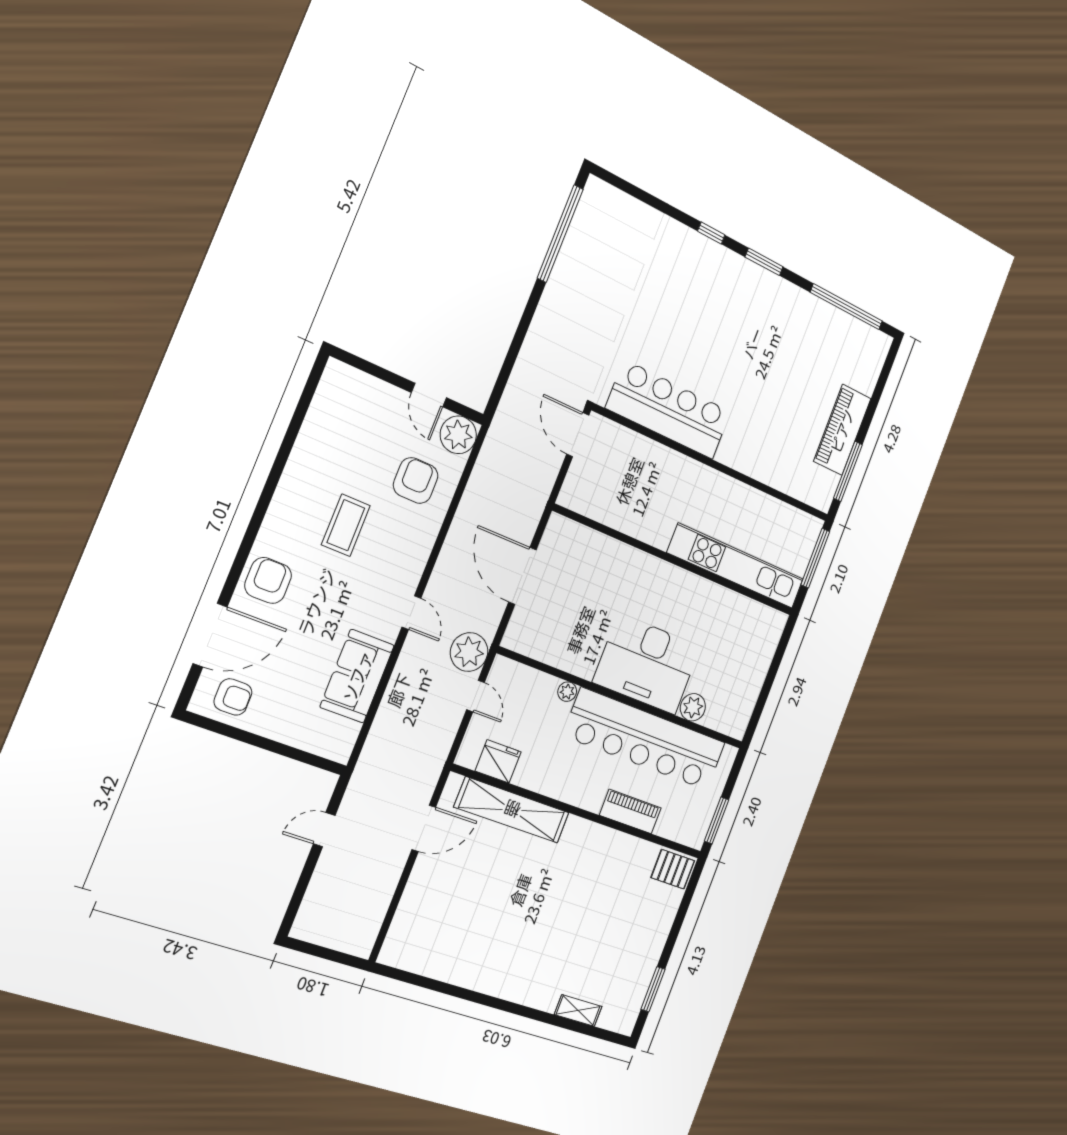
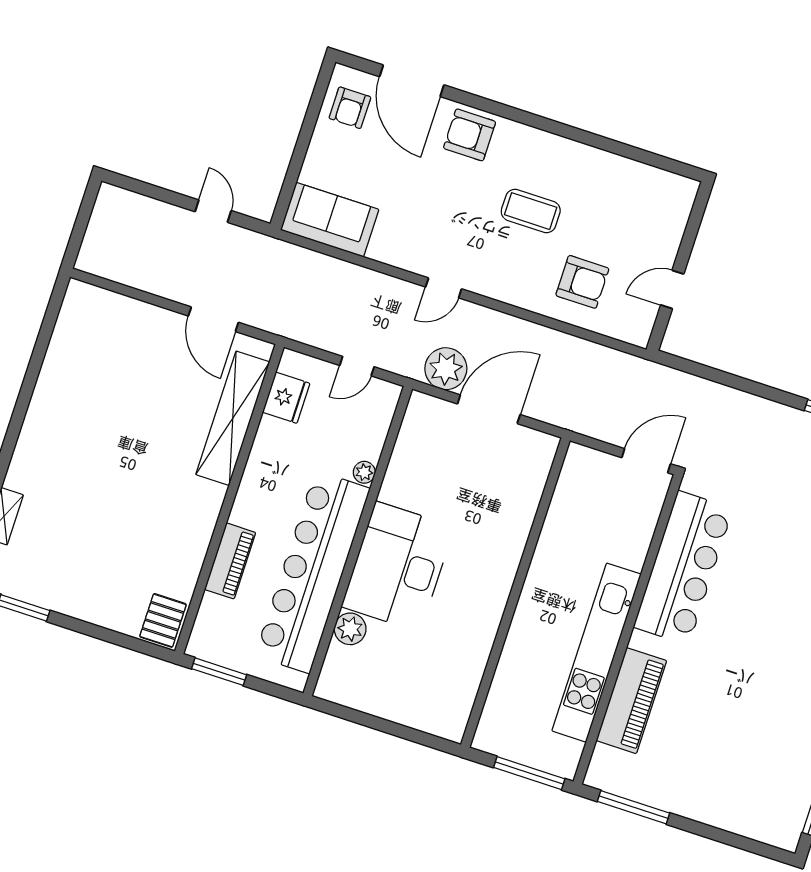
piano: (842, 430) -> (631, 701), moved, turned 90
plant: (458, 435) -> (634, 325), removed
kitchen unit: (736, 566) -> (596, 653), moved, turned 180
armchair: (268, 580) -> (470, 135), turned 180
plant: (469, 652) -> (446, 369), moved
sofa: (357, 676) -> (330, 220), moved

